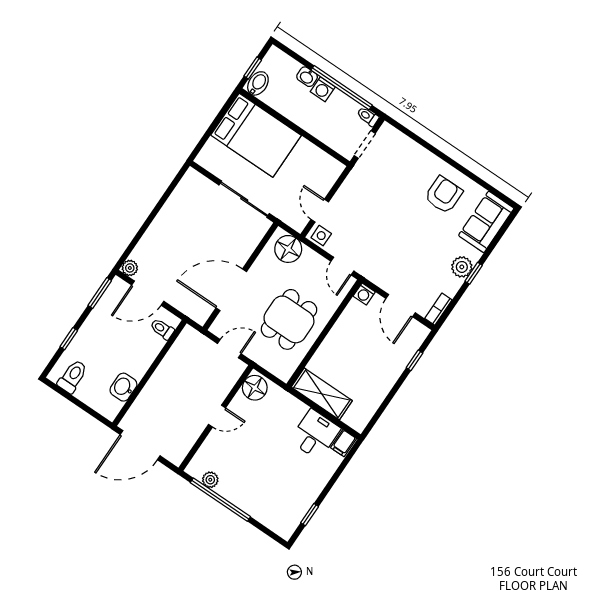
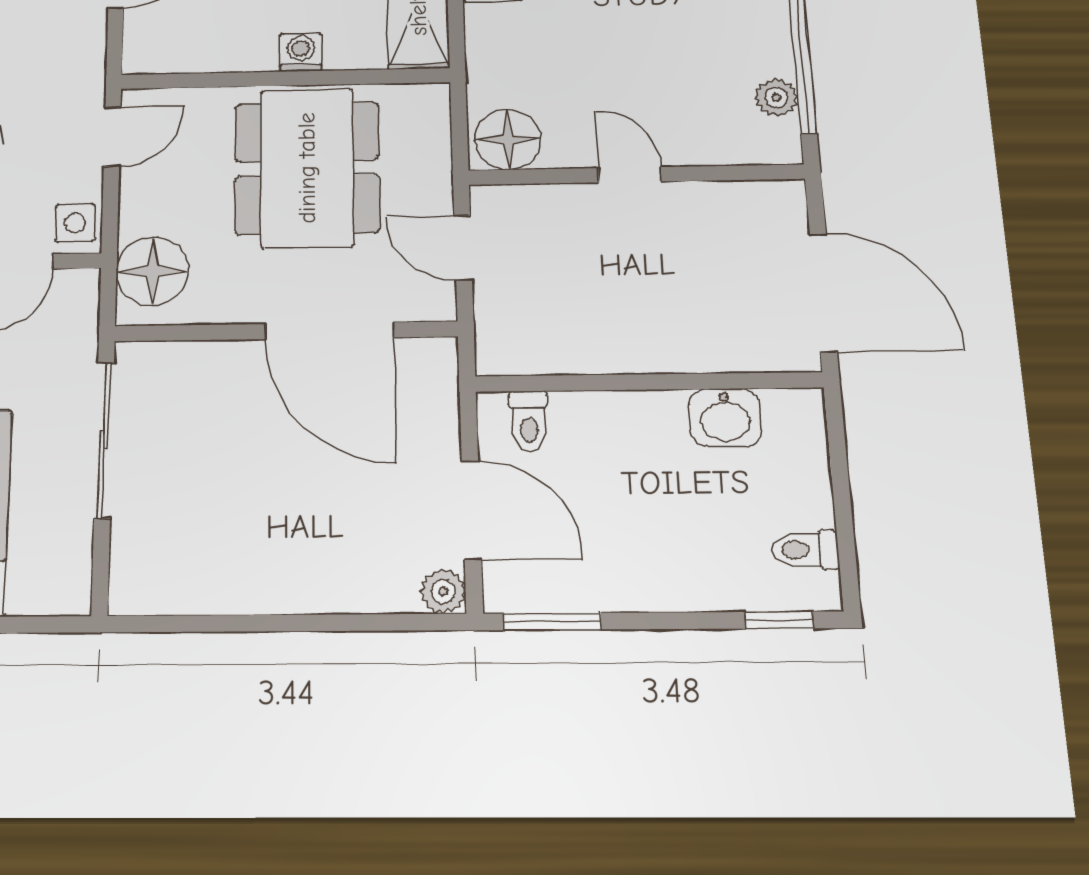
washing machine: (364, 294) -> (301, 52), moved, turned -90
dining table: (289, 319) -> (307, 168), width x1.38
window: (69, 339) -> (779, 620), moved
toilet: (73, 376) -> (805, 550), width x0.73, depth x0.72

